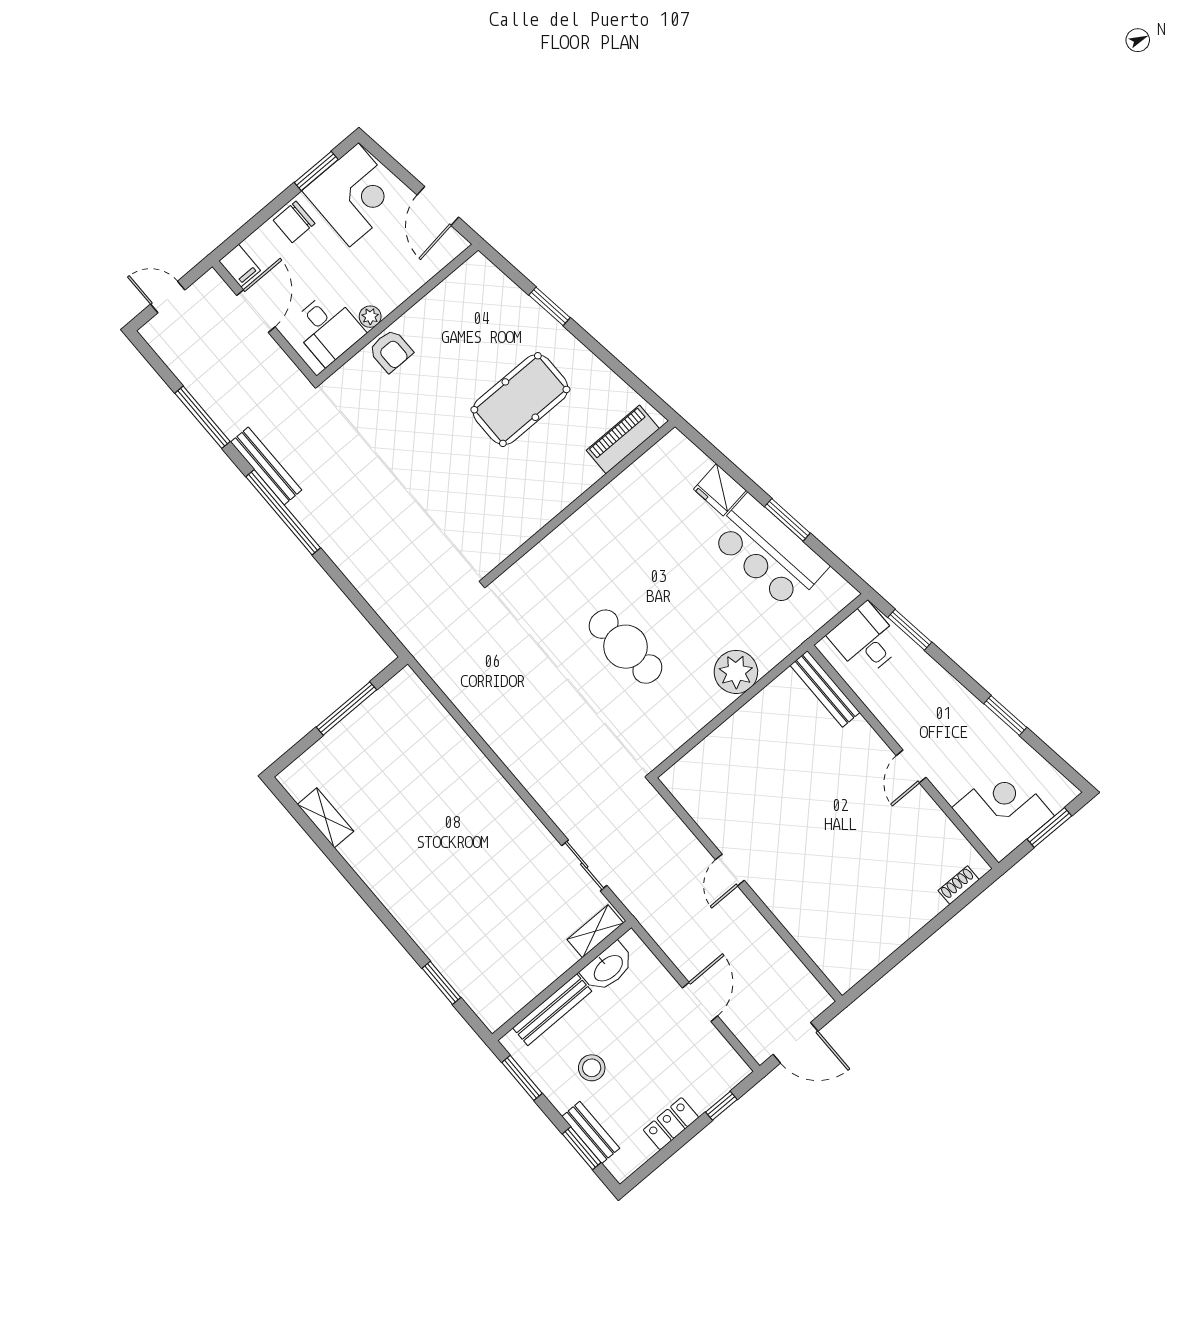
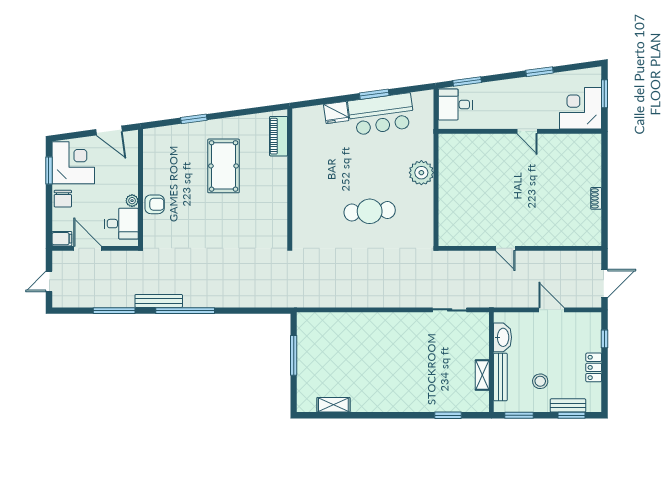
bench: (825, 689) -> (462, 140), removed
shoe rack: (959, 885) -> (596, 198), moved
shelving: (595, 931) -> (482, 375), moved

